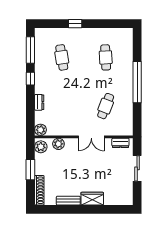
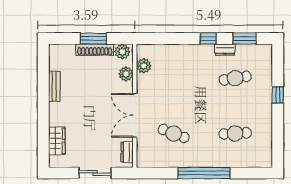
window: (30, 50) -> (244, 39), width x0.69
dresser: (39, 102) -> (225, 50), moved
plant: (40, 130) -> (144, 66), moved
double door: (91, 137) -> (135, 115), width x1.37
shoe rack: (39, 190) -> (95, 50), moved
wardrobe: (92, 199) -> (57, 141), moved

